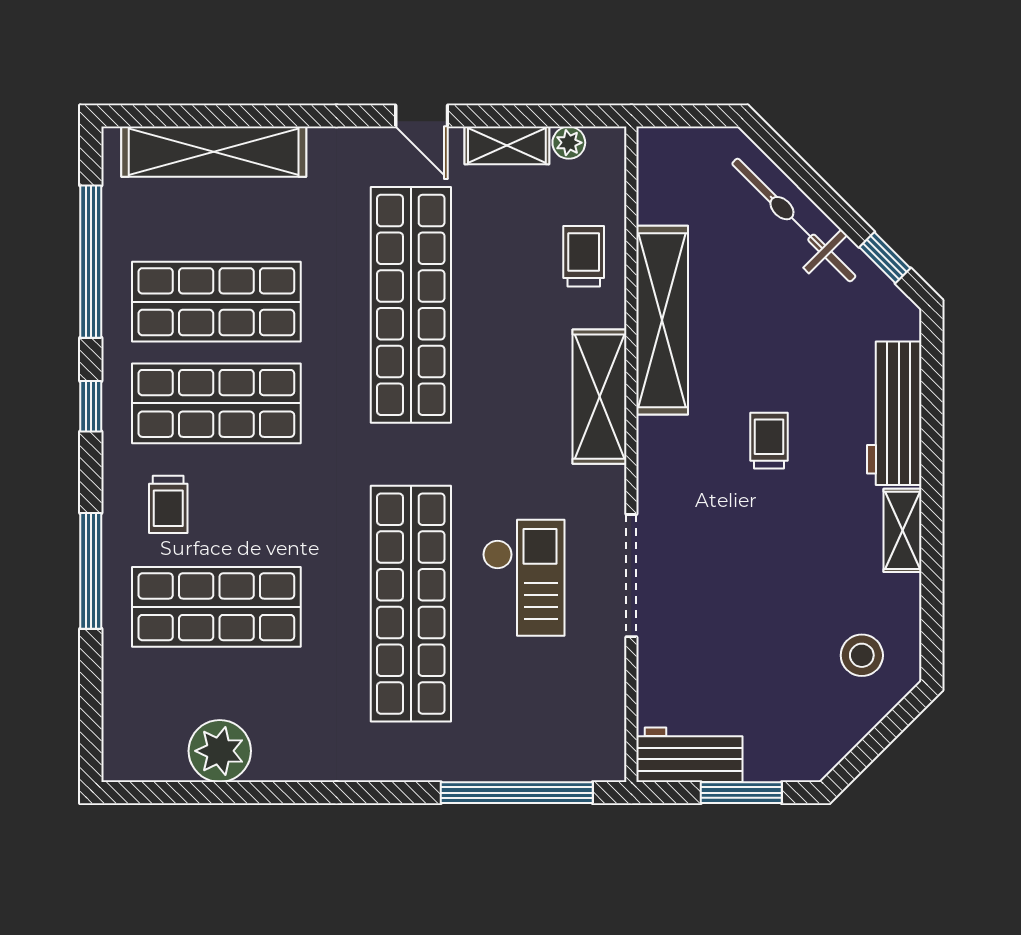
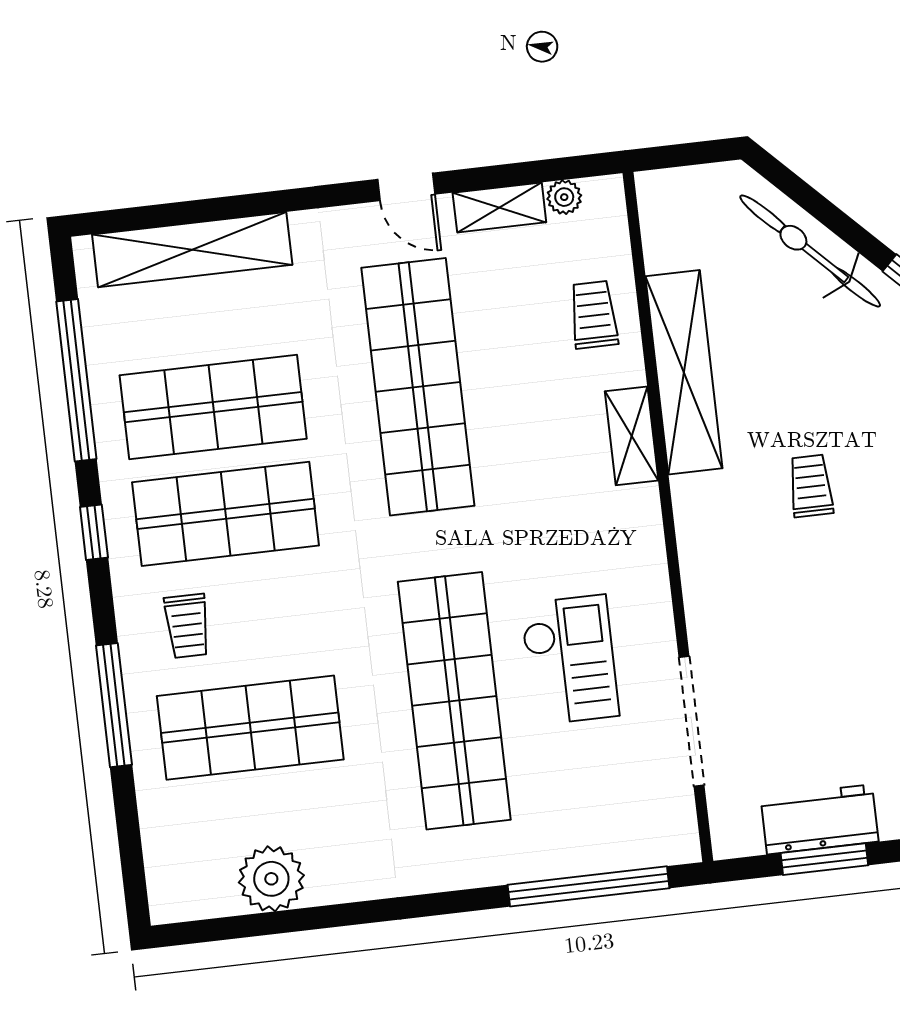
shelving: (599, 397) -> (632, 436), width x0.67, depth x0.75
doorway: (631, 576) -> (692, 721), moved
workbench: (689, 755) -> (820, 819), moved

